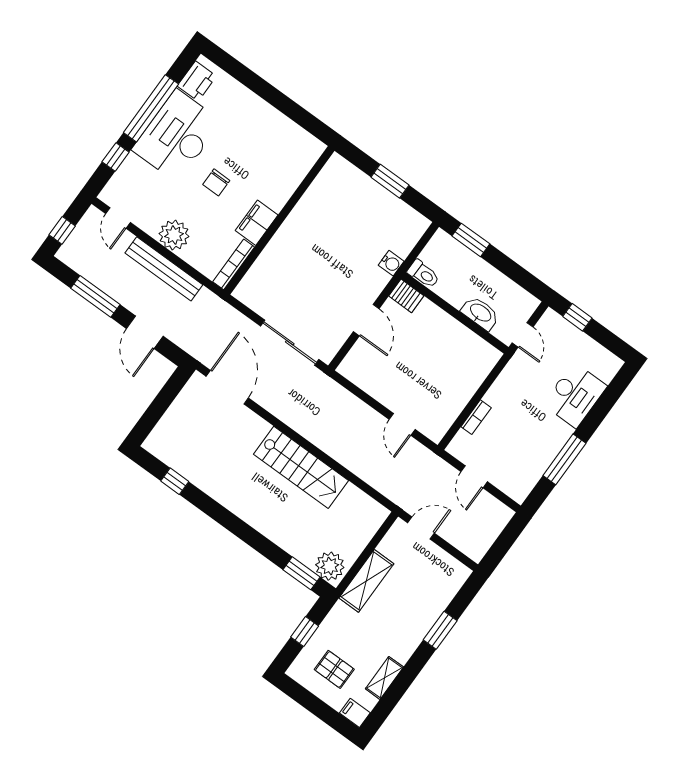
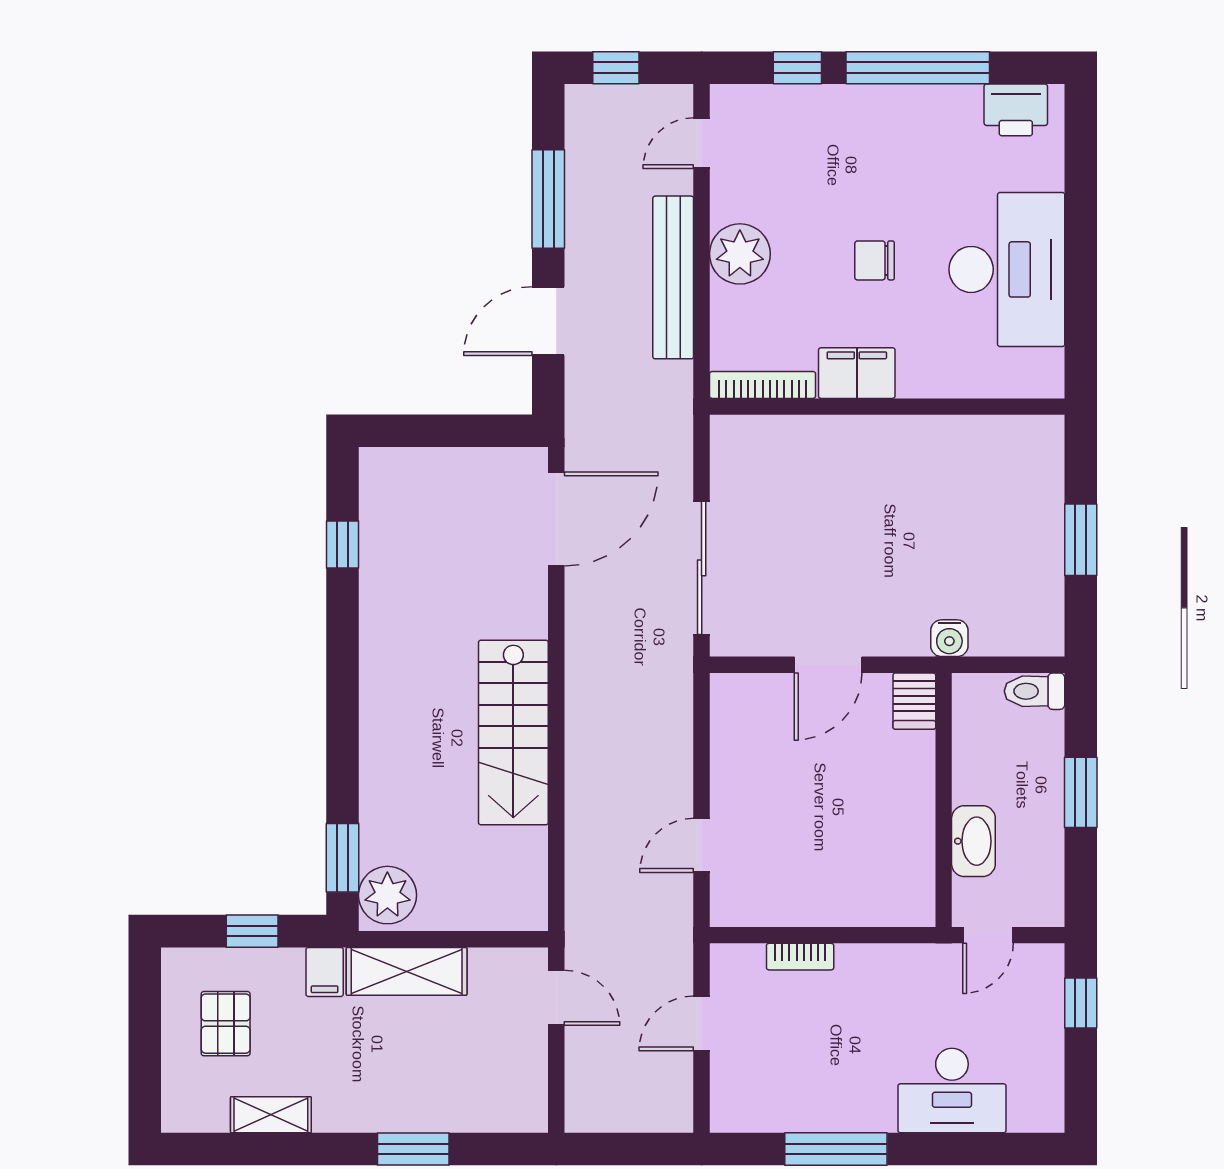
desk: (177, 136) -> (1007, 269), moved, turned 90
window: (471, 240) -> (1081, 792), moved
toilet: (423, 274) -> (1035, 691), moved, turned 90
filing cabinet: (355, 713) -> (325, 972), moved, turned 180

